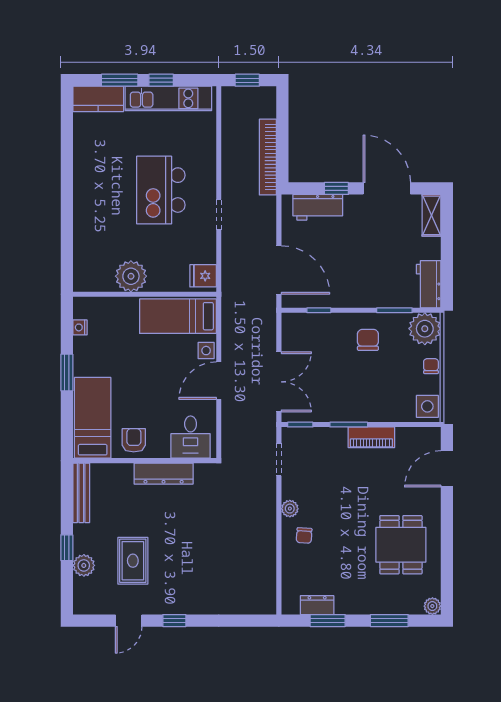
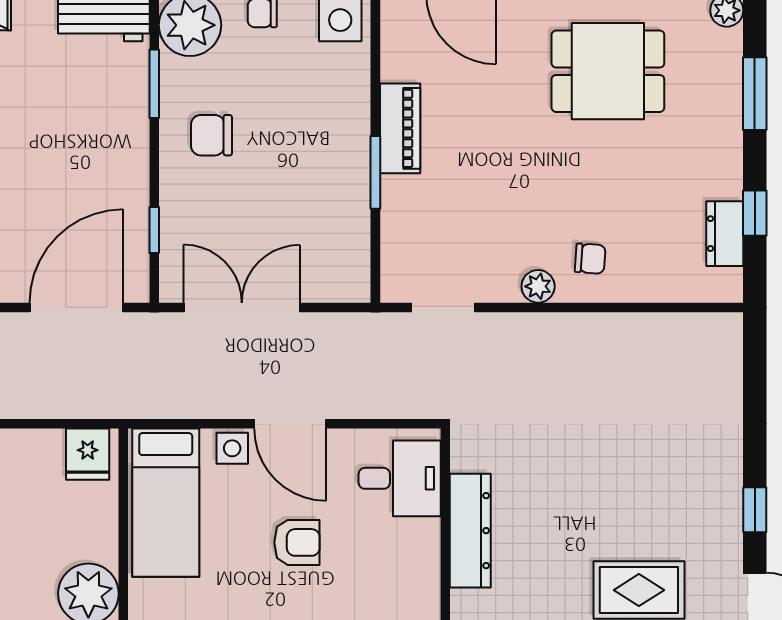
double door: (279, 382) -> (242, 307), moved
window: (300, 425) -> (375, 266), removed
armchair: (134, 440) -> (297, 542), moved, turned 180
window: (328, 621) -> (755, 213), width x0.67

